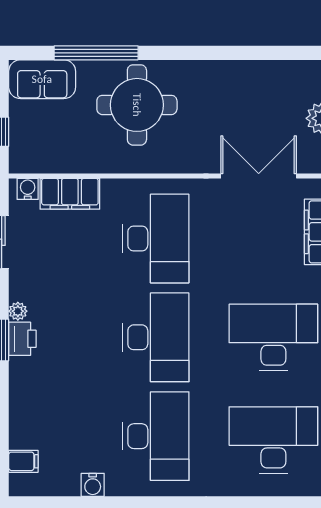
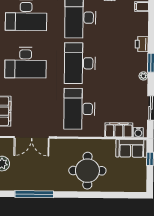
window: (96, 53) -> (34, 194), moved
sofa: (42, 79) -> (131, 148), moved, turned 180
printer: (22, 339) -> (142, 44), moved

